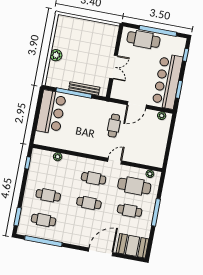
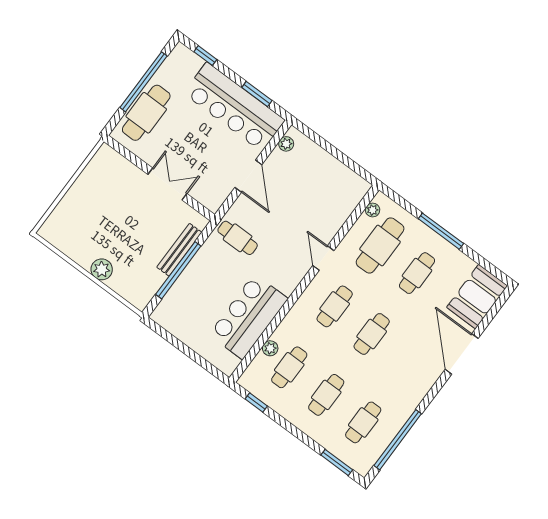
bar counter: (51, 112) -> (248, 317), moved, turned -90
cafe table: (114, 126) -> (238, 238), moved
cafe table: (53, 171) -> (289, 367), added

